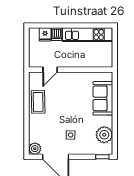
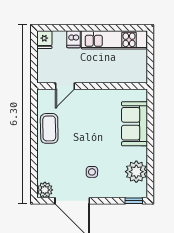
fridge: (45, 34) -> (44, 40), moved

